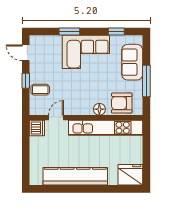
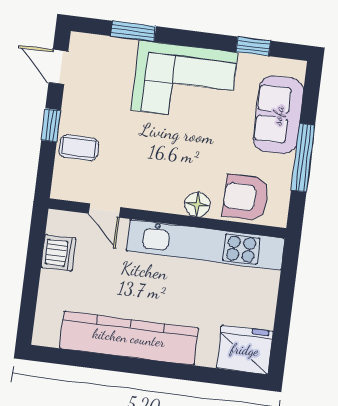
window: (69, 32) -> (133, 31), moved
door: (56, 118) -> (104, 210), swing flipped
dishwasher: (37, 128) -> (59, 253), moved

